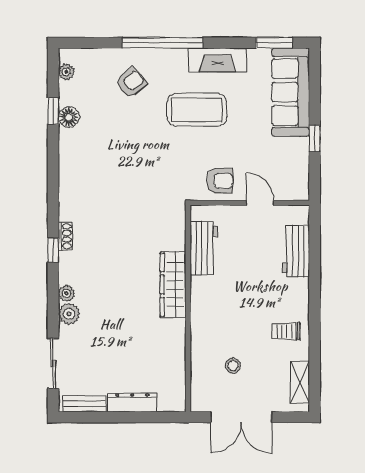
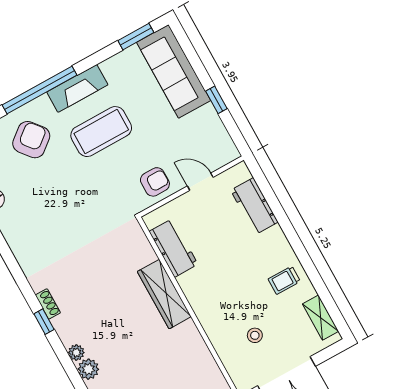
fireplace: (217, 60) -> (77, 88), moved
armchair: (131, 83) -> (31, 140), width x1.38, depth x1.38

